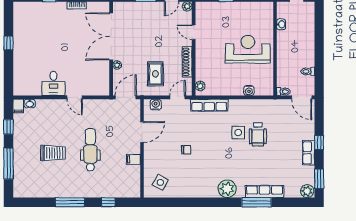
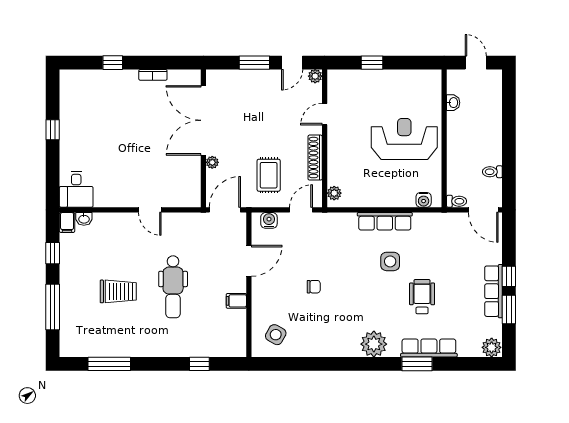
door: (194, 32) -> (325, 114), hinge flipped
desk: (53, 83) -> (76, 189), moved
water cooler: (249, 91) -> (424, 200), moved
row of seats: (209, 105) -> (385, 221), moved
wheelchair: (258, 134) -> (422, 297), moved, turned 180
dental chair: (90, 150) -> (173, 287), turned 180
row of seats: (309, 153) -> (494, 291), width x1.48
window: (319, 179) -> (509, 309), moved
window: (70, 202) -> (109, 364), moved
window: (256, 202) -> (417, 364), width x0.69

